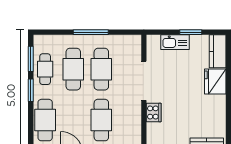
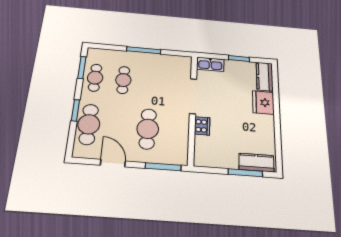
kitchen sink: (175, 42) -> (210, 64), moved
cafe table: (73, 69) -> (123, 80), width x0.73, depth x0.74
cafe table: (101, 69) -> (151, 82), removed
window: (31, 90) -> (75, 110), moved

